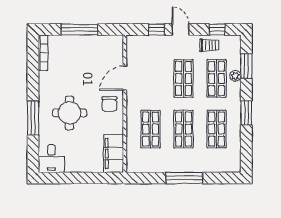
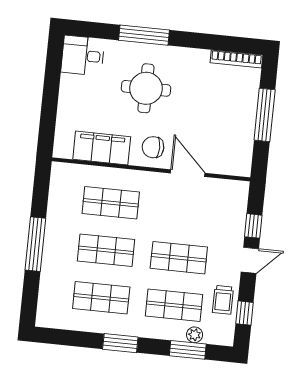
plant: (235, 76) -> (195, 335), moved
filing cabinet: (114, 154) -> (102, 148), moved

